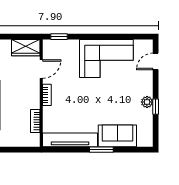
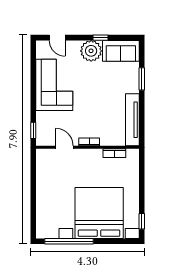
wardrobe: (26, 48) -> (44, 162), removed
plant: (147, 102) -> (91, 51), width x1.88, depth x1.88
sofa: (117, 136) -> (121, 51), moved, turned -90
window: (101, 150) -> (142, 79), moved

